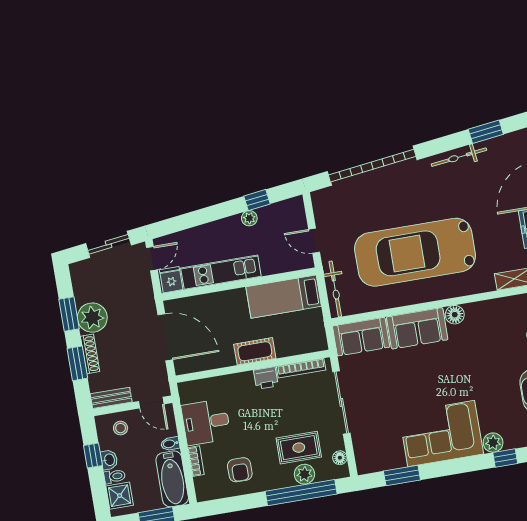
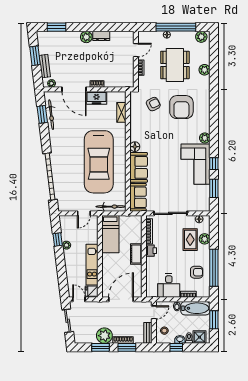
bicycle: (459, 157) -> (51, 115), moved
window: (505, 458) -> (214, 164), moved
window: (301, 493) -> (214, 268), moved

